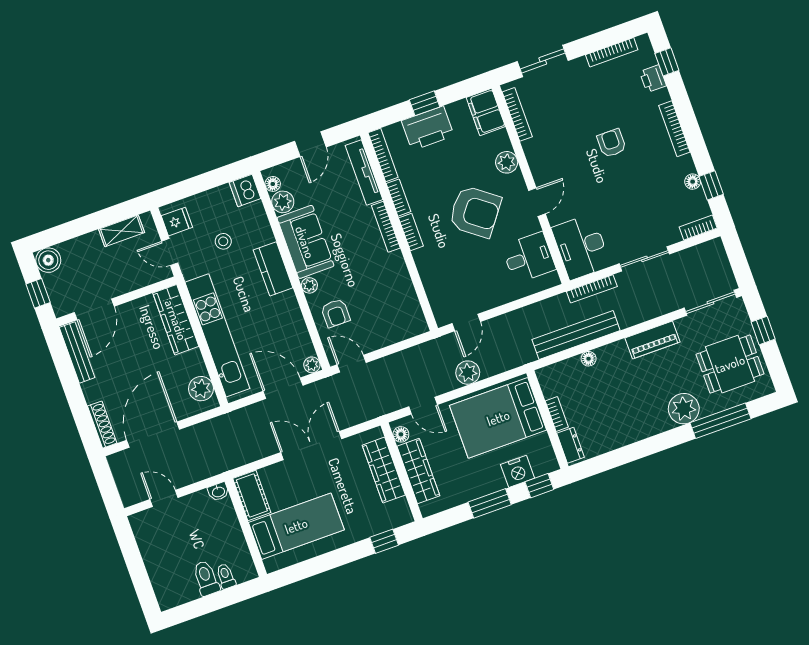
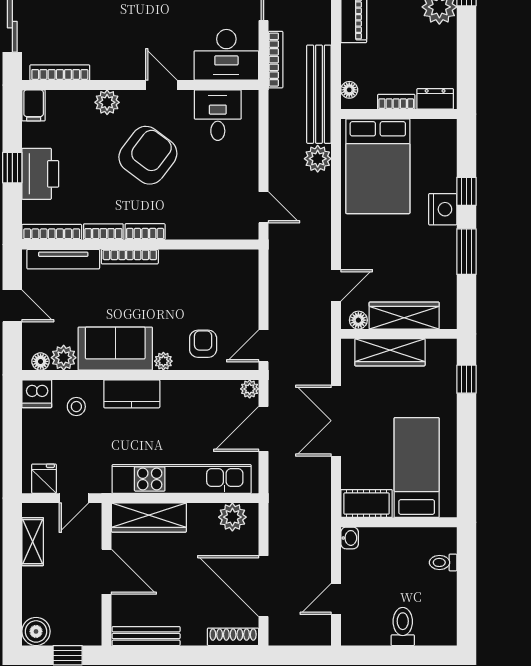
filing cabinet: (486, 112) -> (34, 105), width x0.50
stool: (223, 241) -> (76, 407), moved
door: (94, 309) -> (106, 572), moved
armchair: (335, 313) -> (203, 344), turned -90
plant: (468, 373) -> (318, 159), moved
bookcase: (557, 414) -> (396, 102), moved
bed: (498, 418) -> (378, 166), moved
wall: (547, 420) -> (399, 114), moved
dresser: (571, 445) -> (435, 99), moved
toilet: (206, 578) -> (403, 626), moved, turned 90

